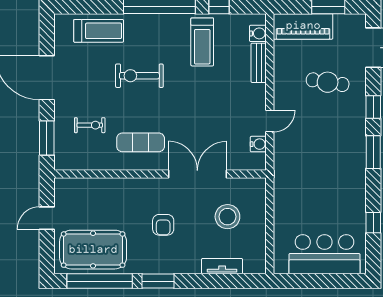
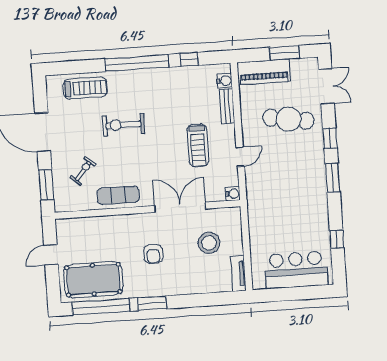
treadmill: (202, 42) -> (198, 145), moved
cafe table: (328, 82) -> (289, 119), width x1.37, depth x1.35
exercise bike: (90, 125) -> (83, 171), turned -50
exercise mat: (141, 142) -> (118, 195), moved
water cooler: (258, 144) -> (233, 194), moved
tv unit: (222, 266) -> (238, 273), moved, turned -90

